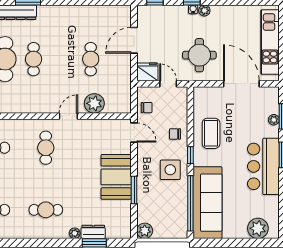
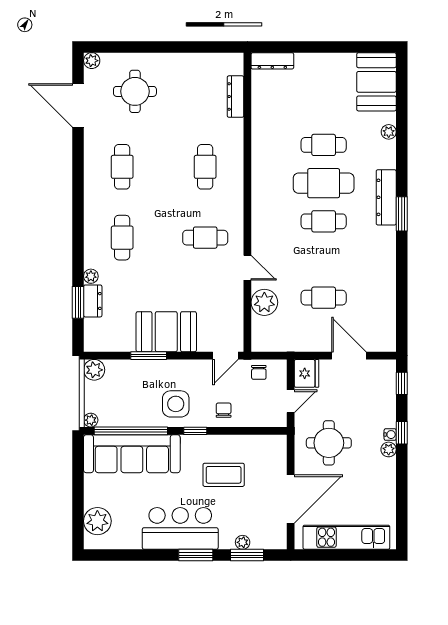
coffee table: (211, 133) -> (224, 475), moved
plant: (182, 233) -> (91, 420), added

